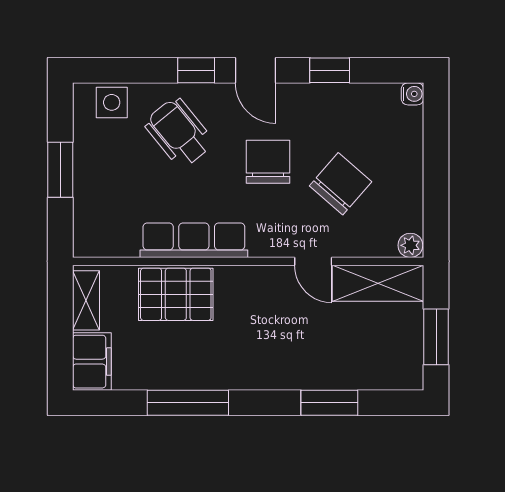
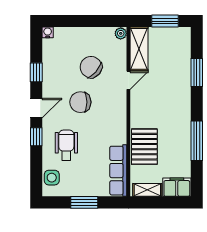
wheelchair: (179, 133) -> (66, 145), turned 129
row of seats: (194, 240) -> (118, 171), moved

